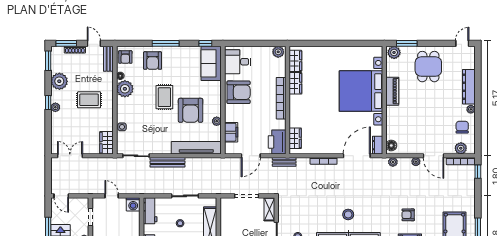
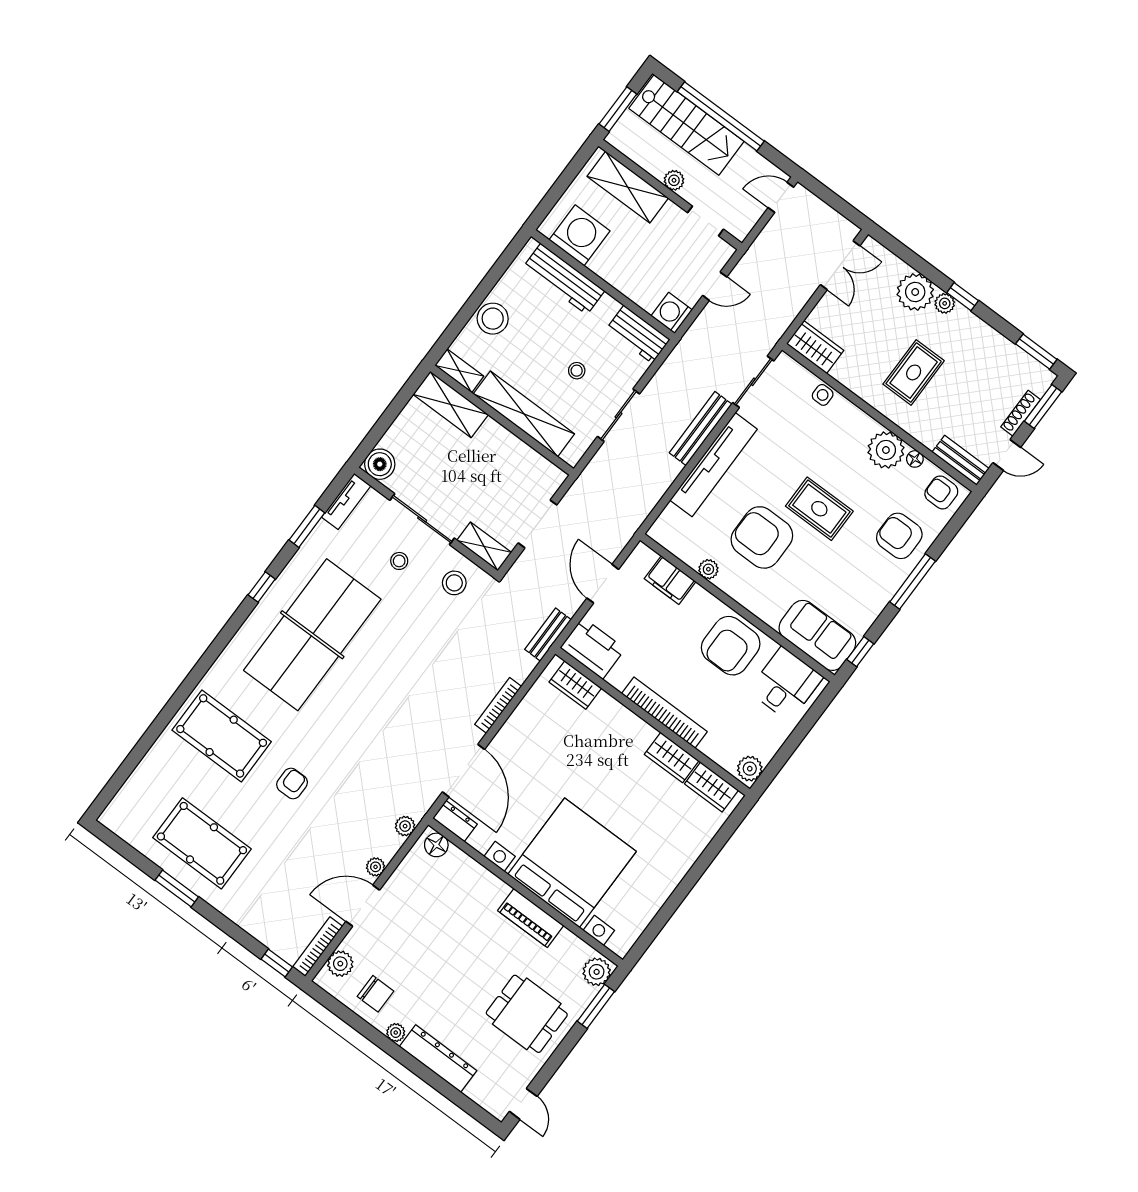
plant: (59, 81) -> (915, 292), moved
tv unit: (196, 148) -> (714, 465), moved
stool: (348, 214) -> (454, 583), moved

